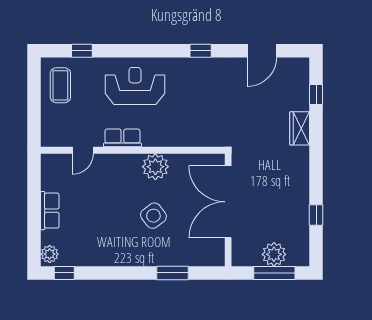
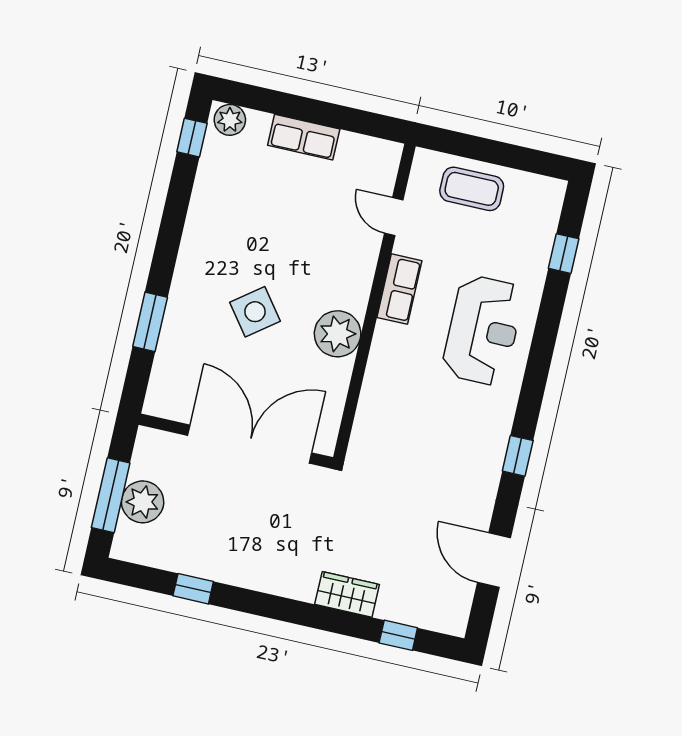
coffee table: (60, 85) -> (472, 189), moved

